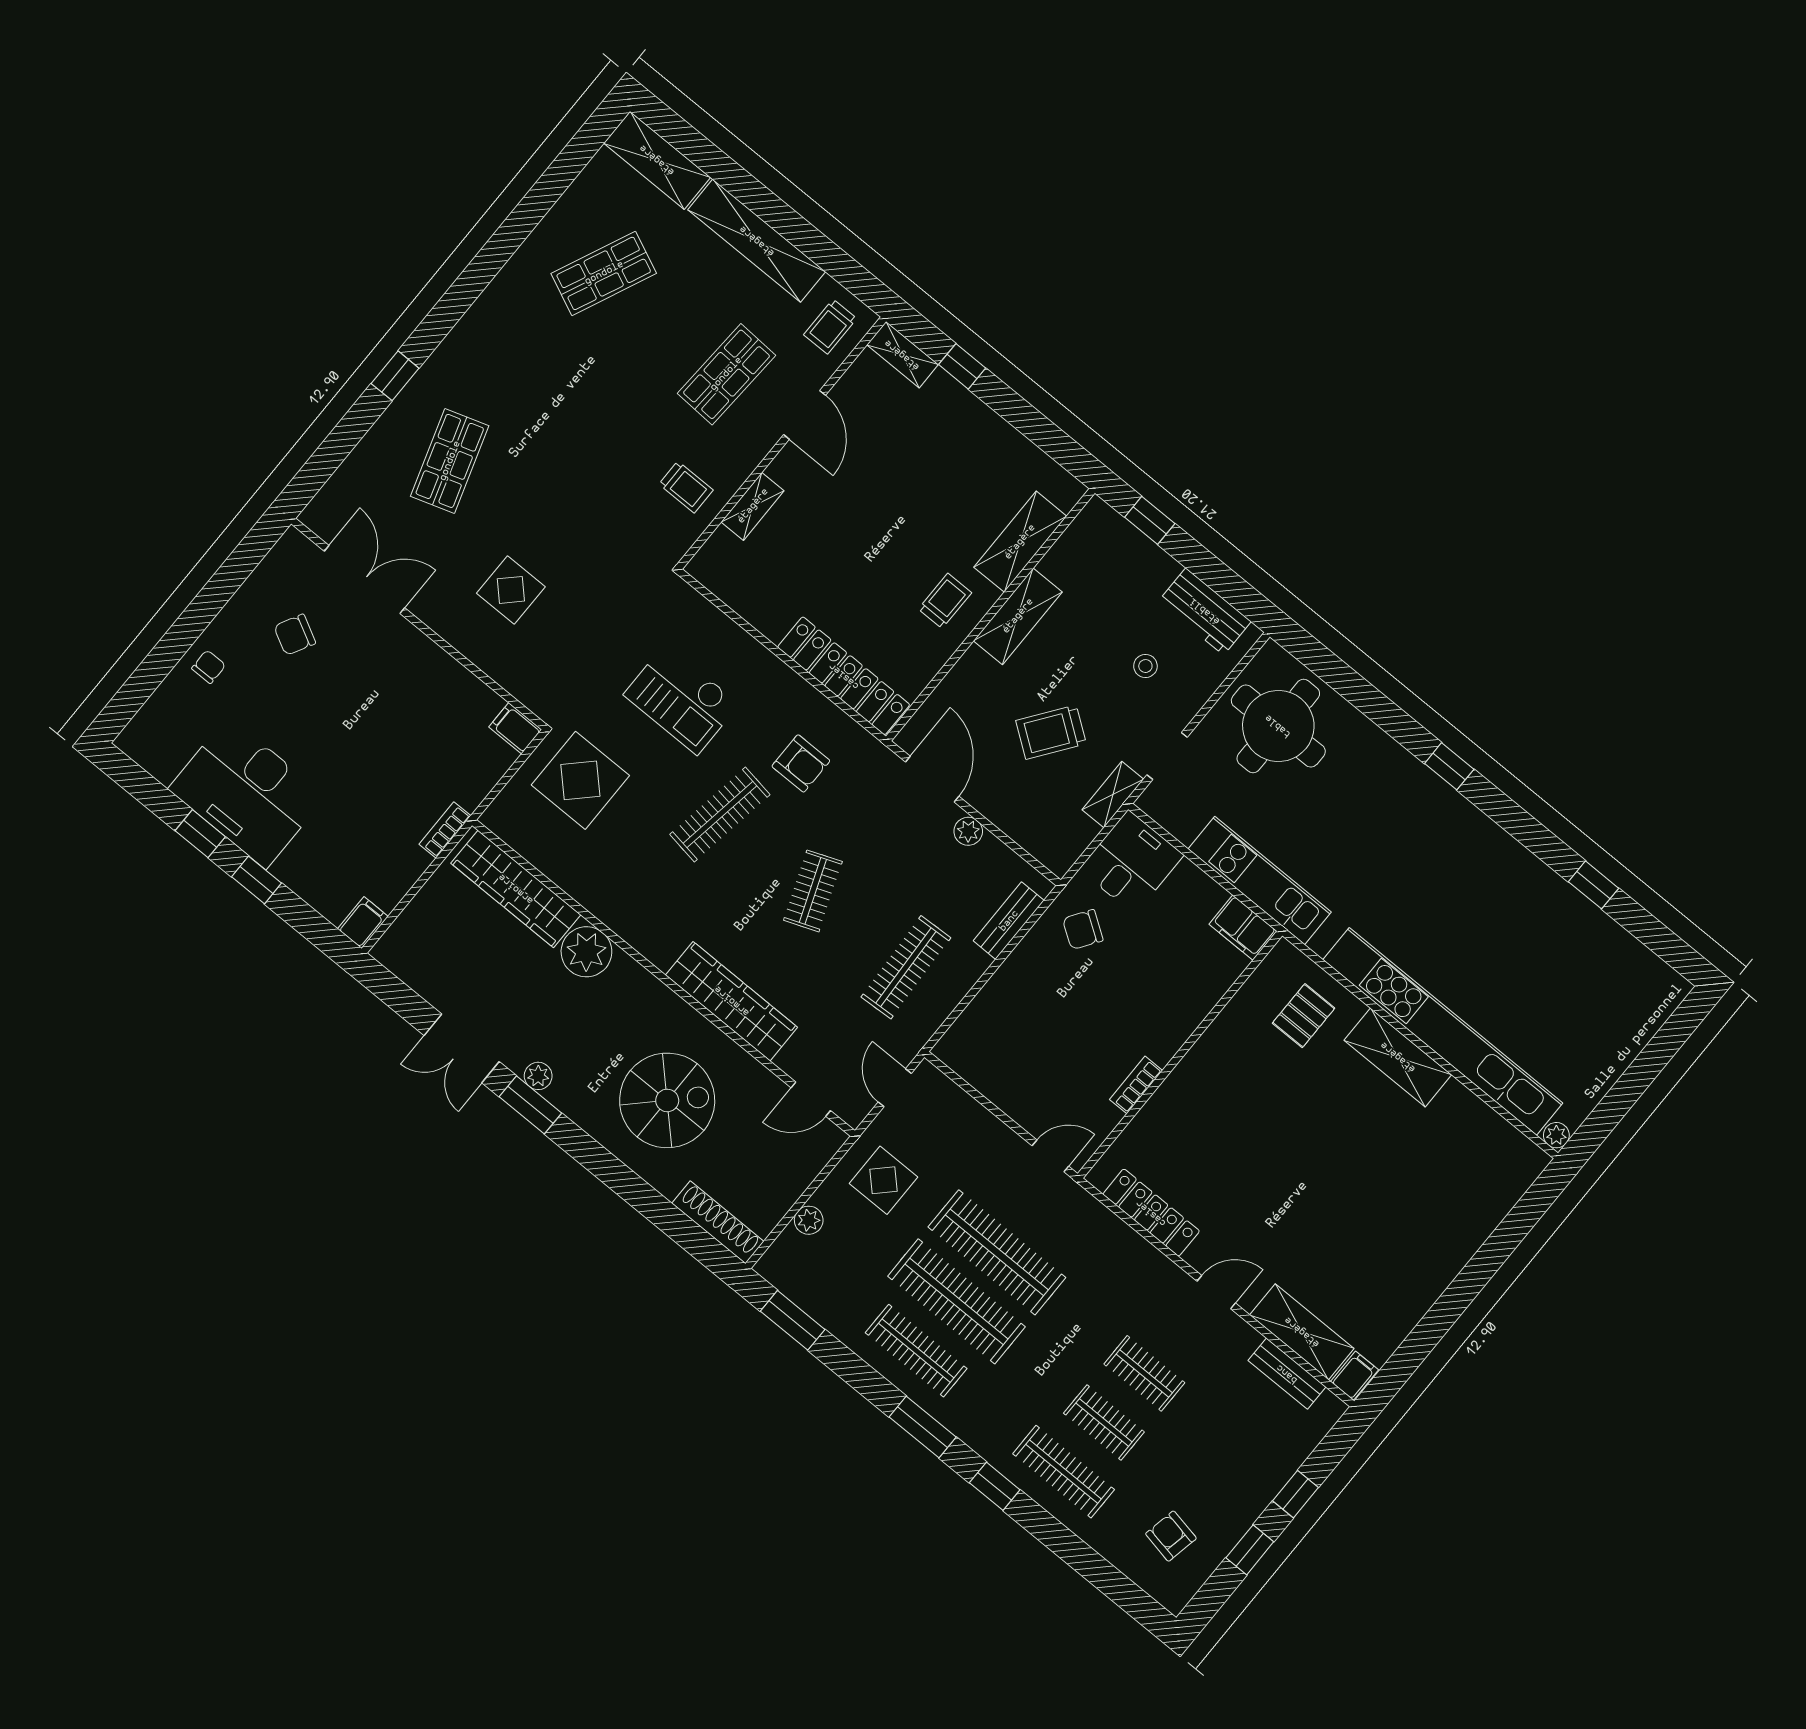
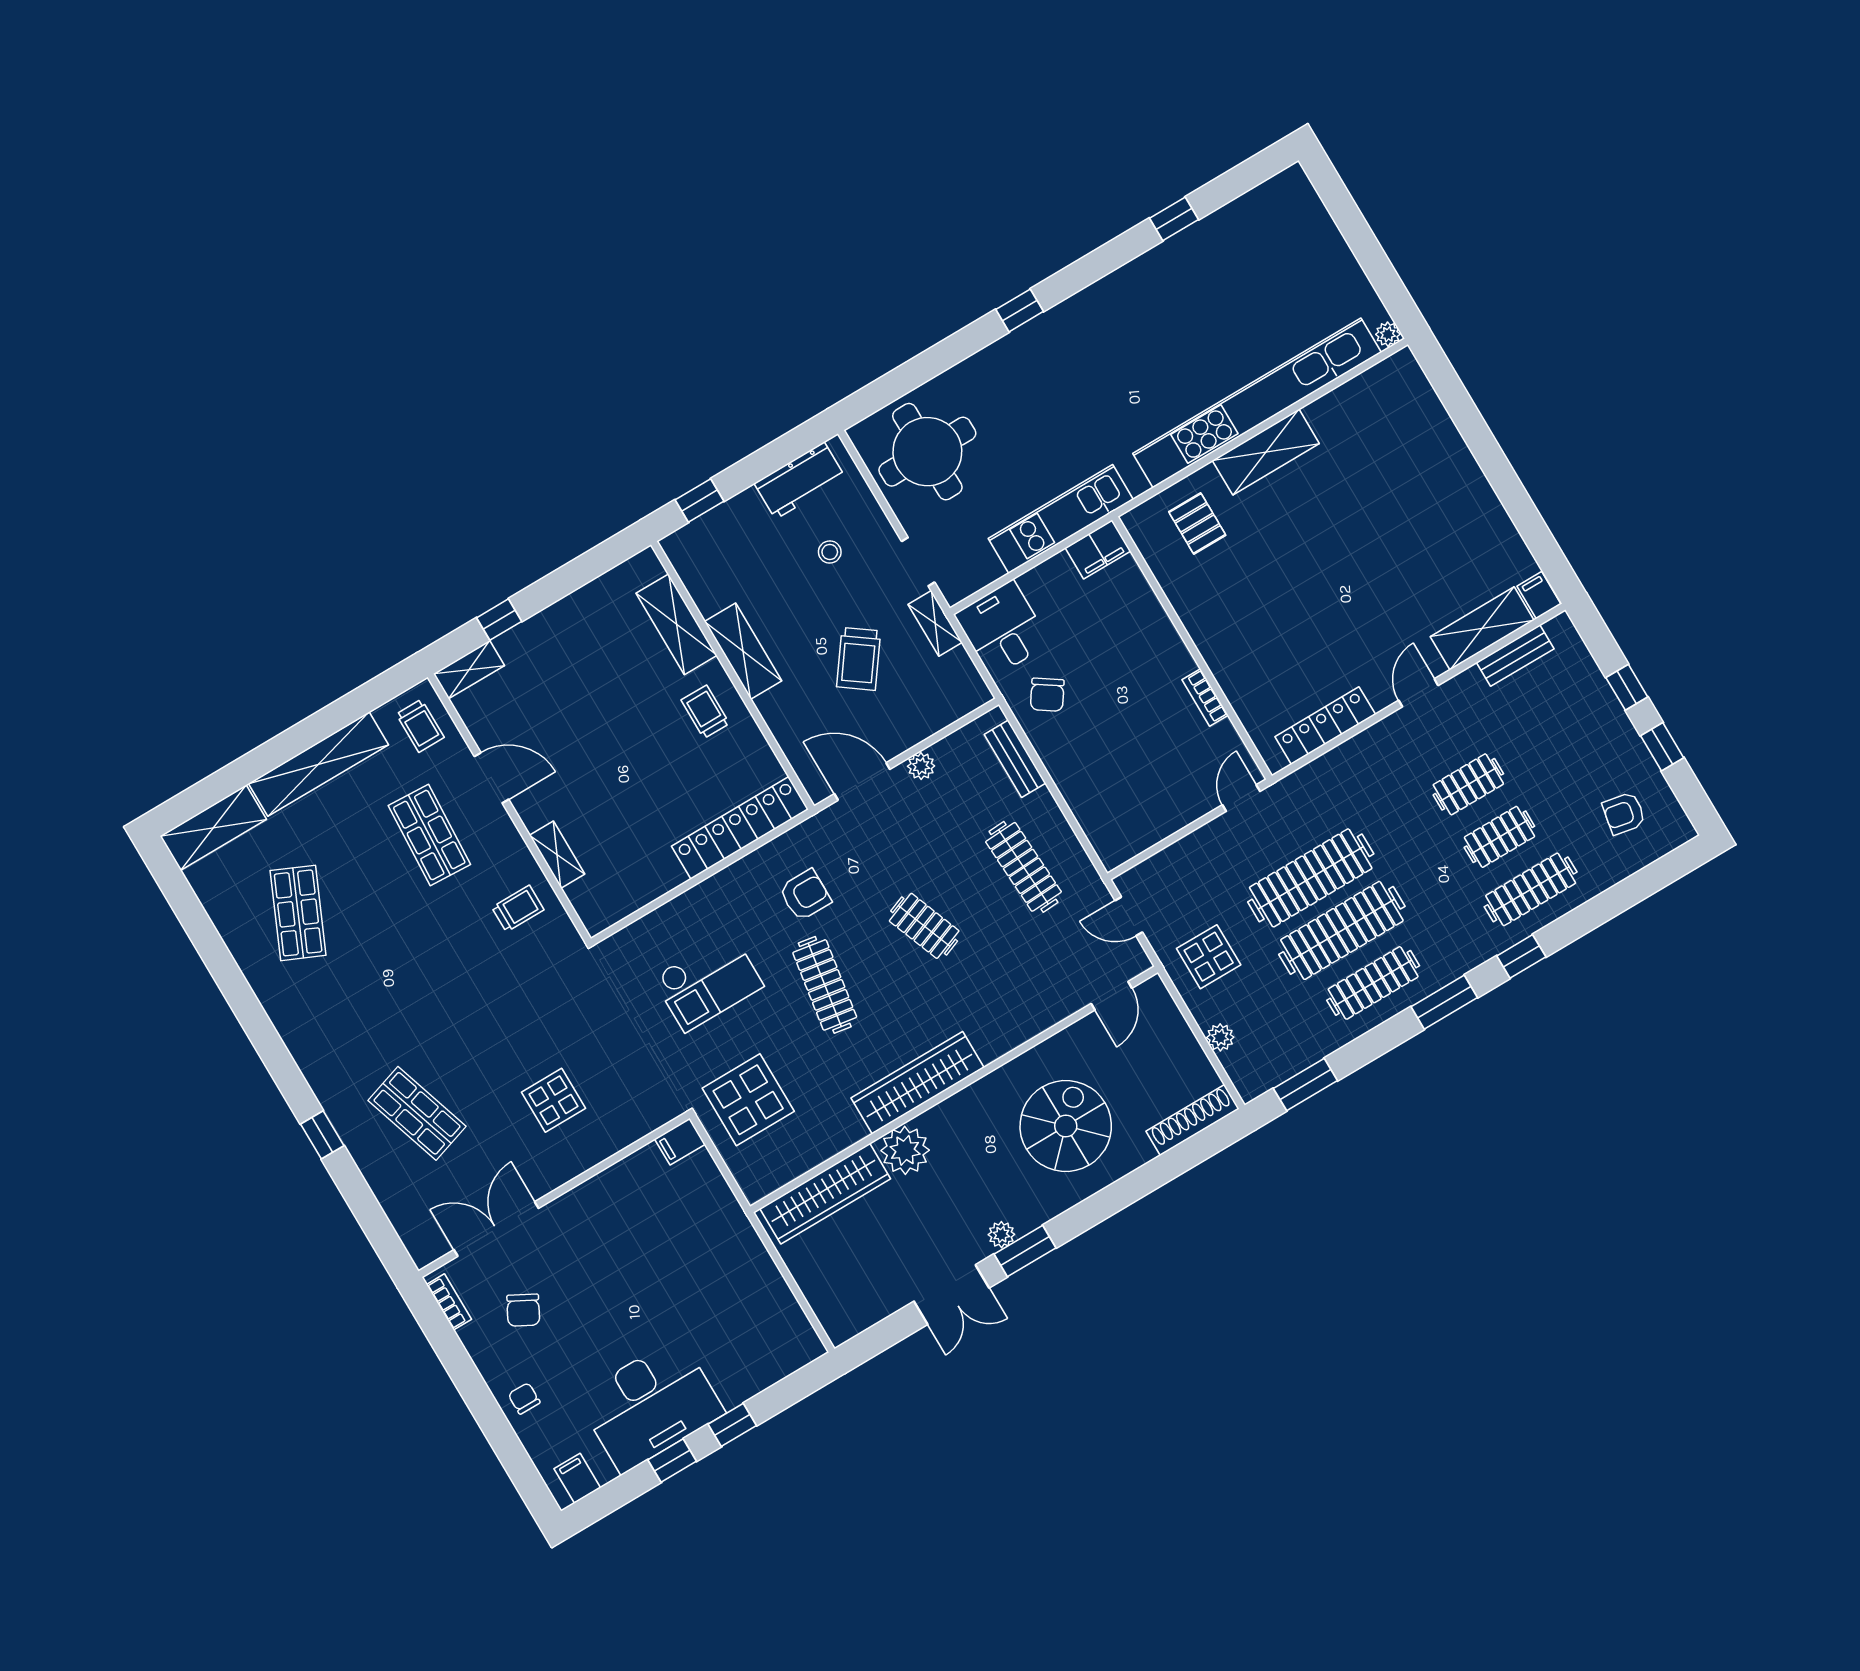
bookcase: (445, 830) -> (449, 1302), moved, turned 180
filing cabinet: (363, 923) -> (577, 1478), moved
wardrobe: (732, 1001) -> (918, 1083), moved

